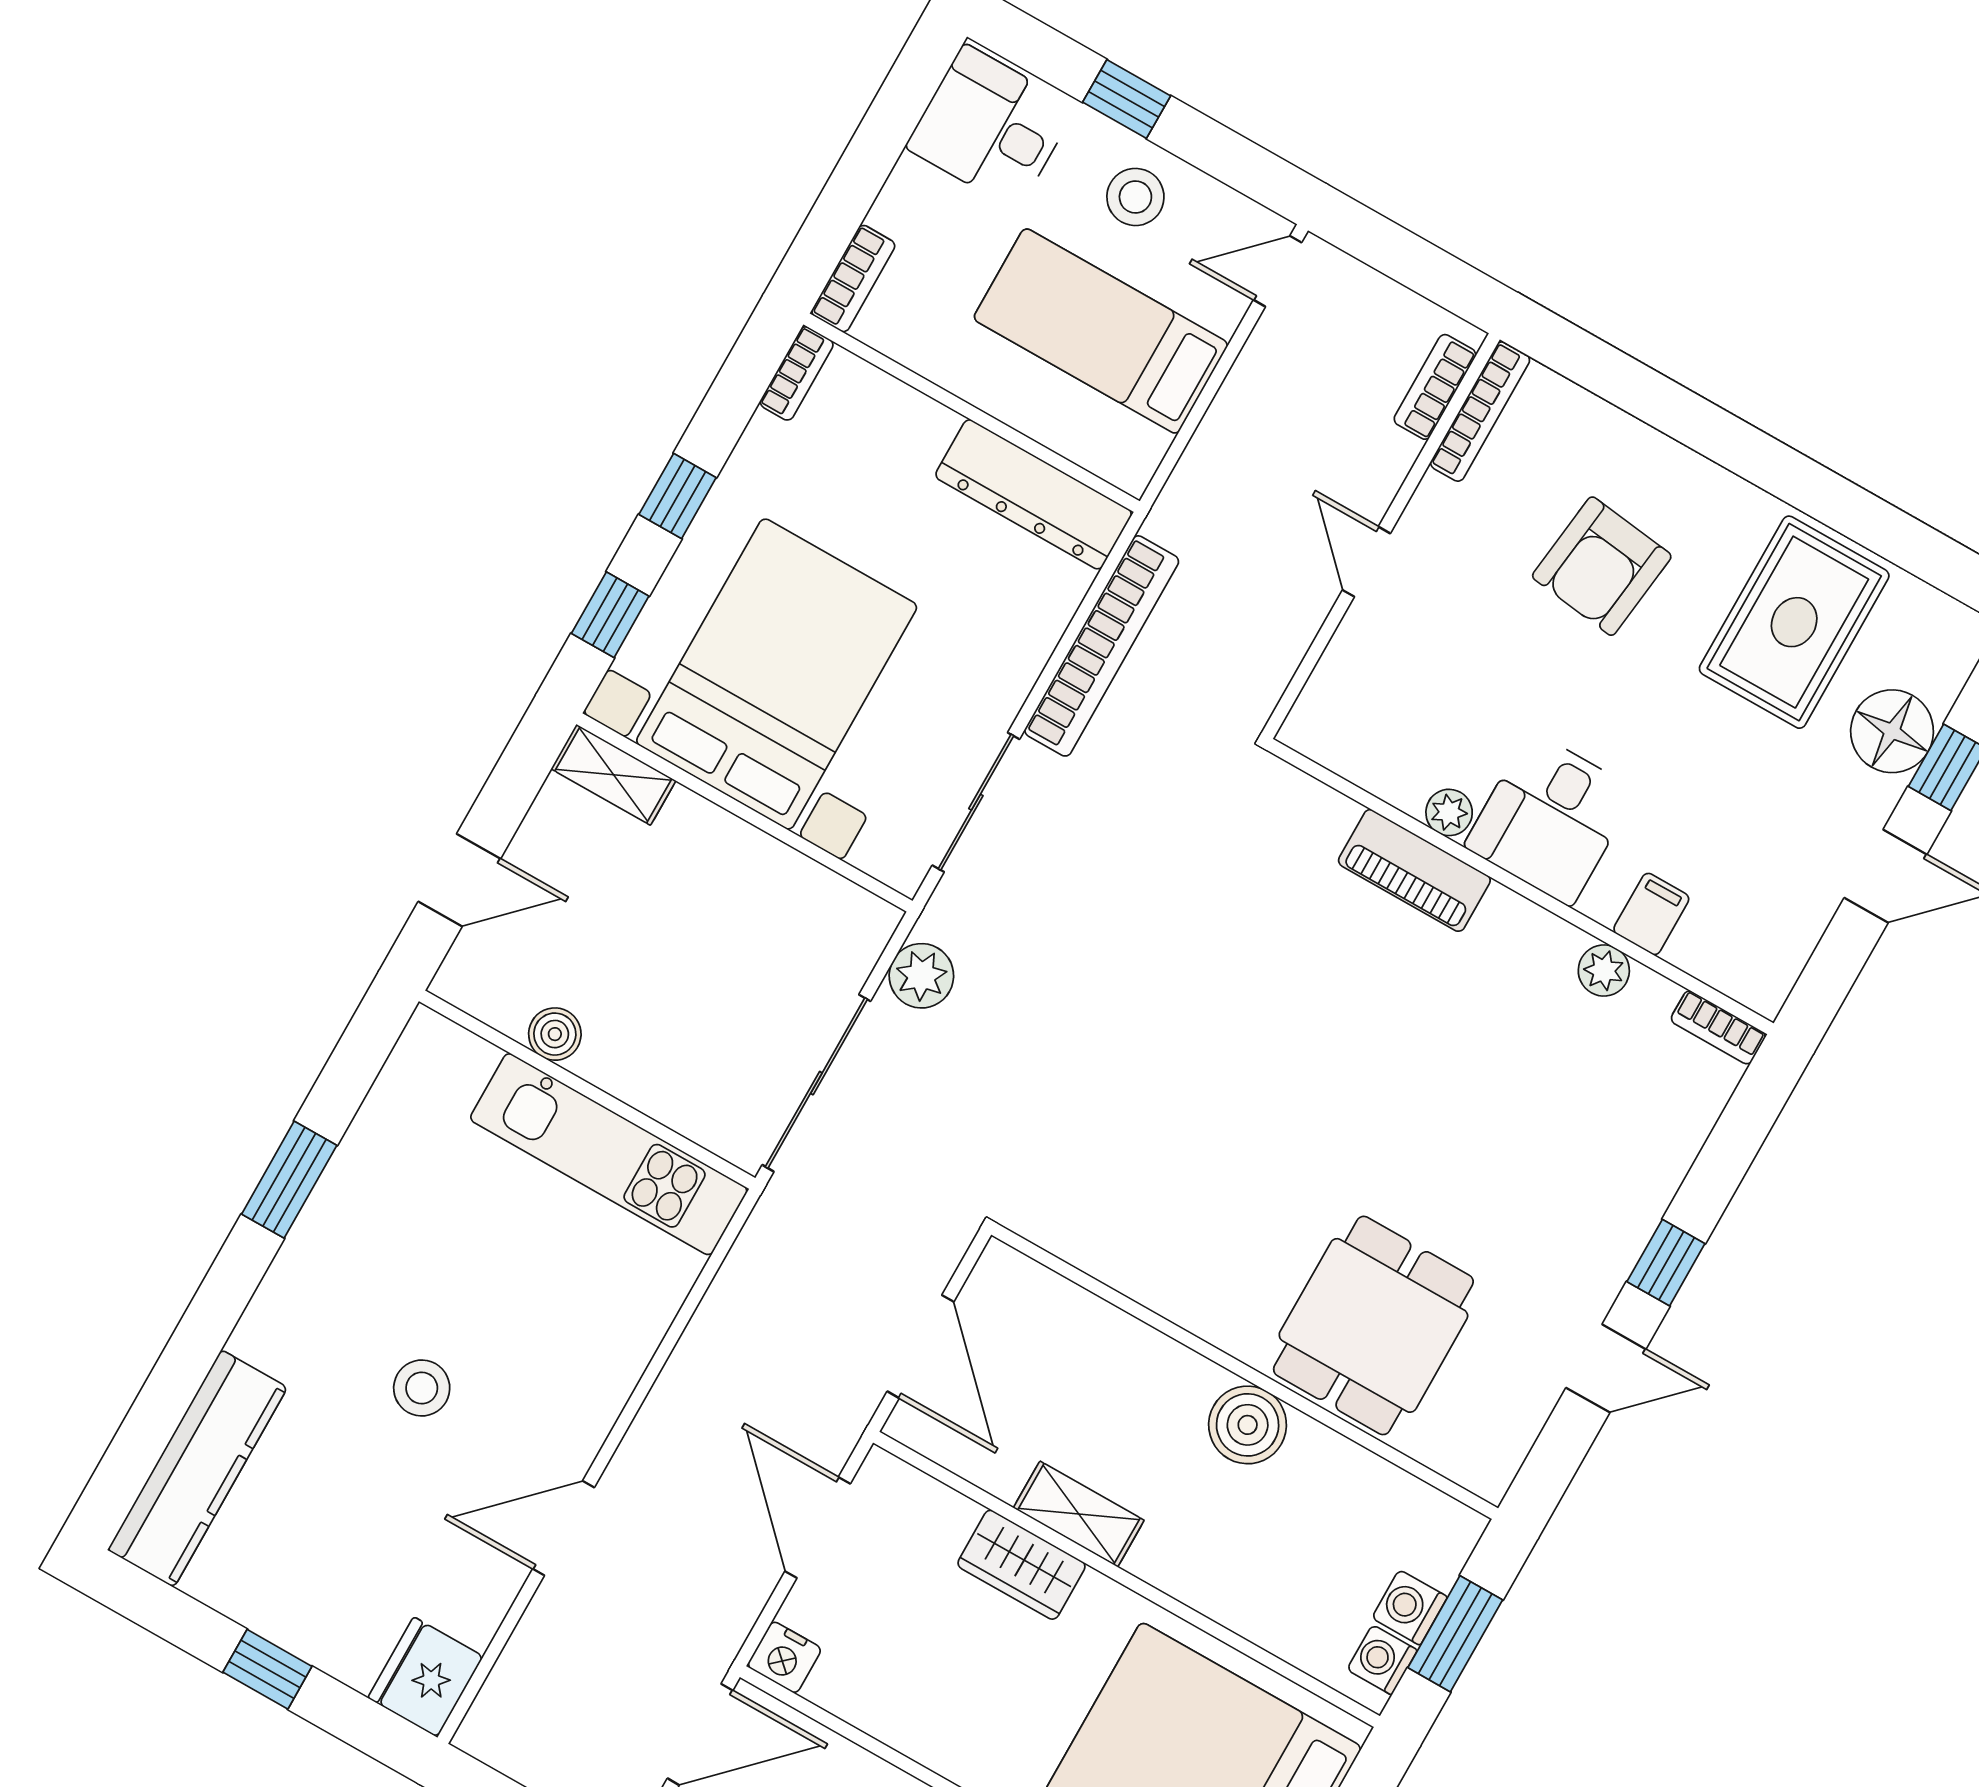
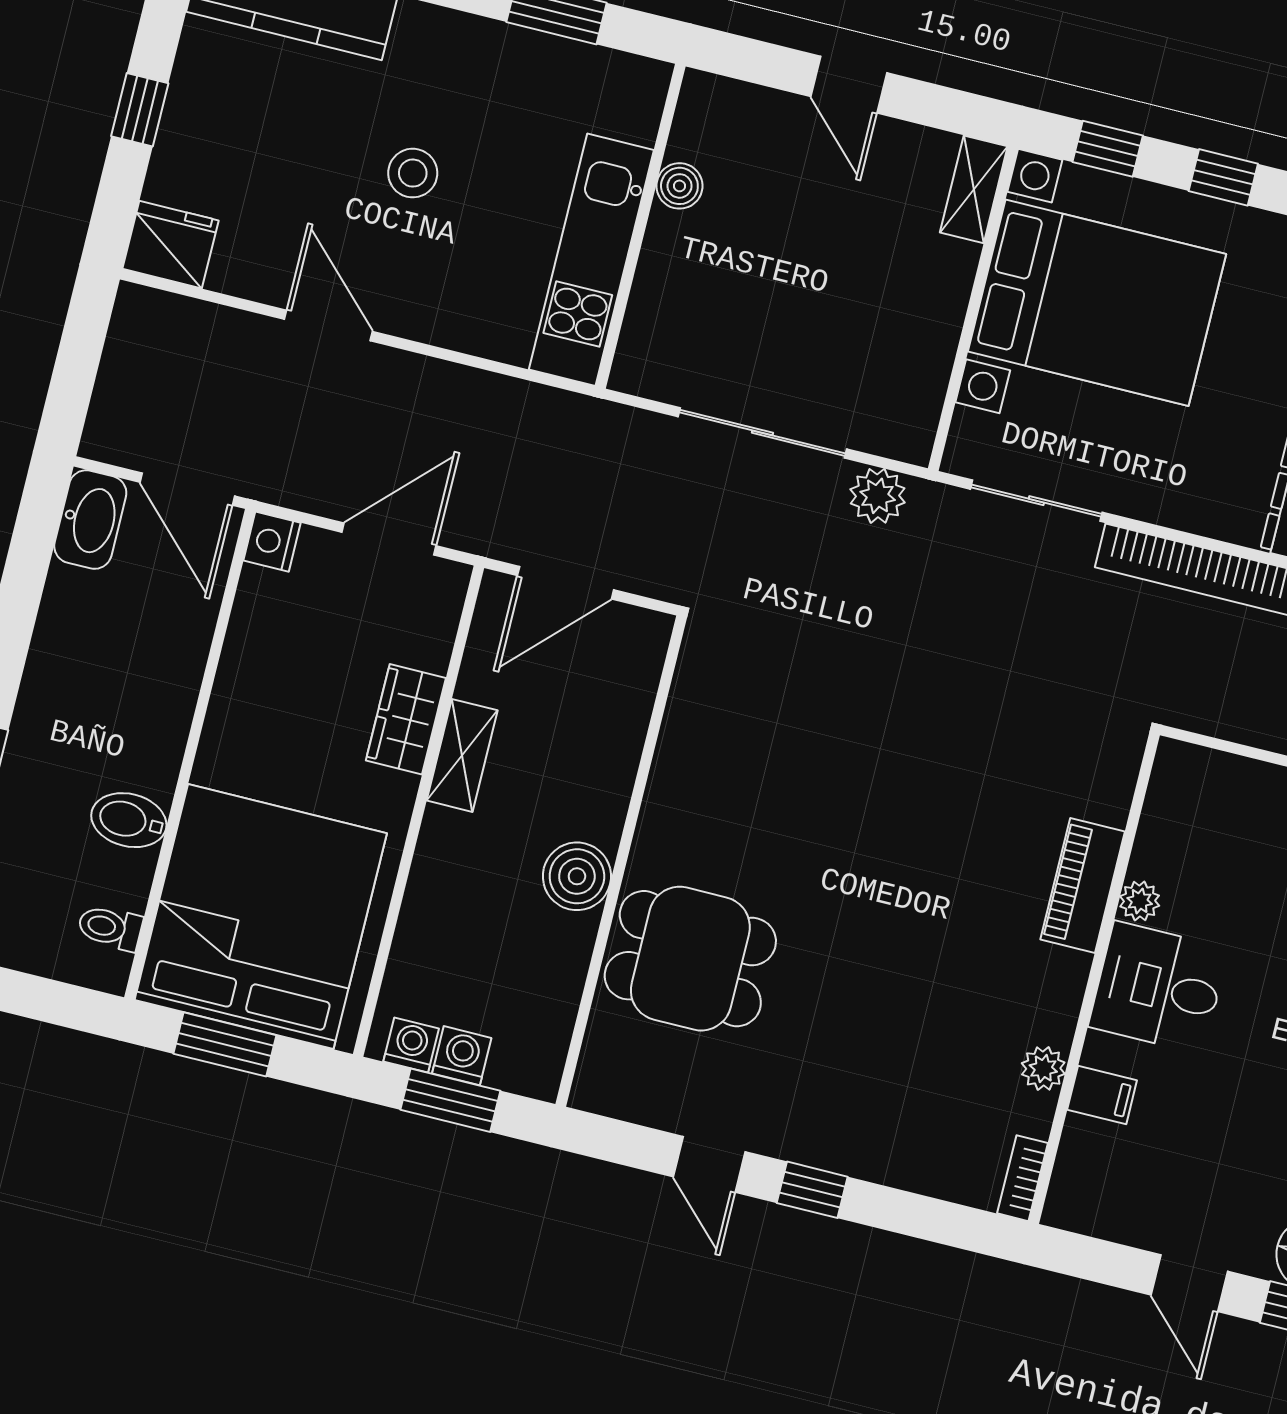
boiler: (555, 1034) -> (679, 186), moved
wall: (587, 1090) -> (640, 226), moved
kitchen unit: (609, 1154) -> (591, 260), moved

